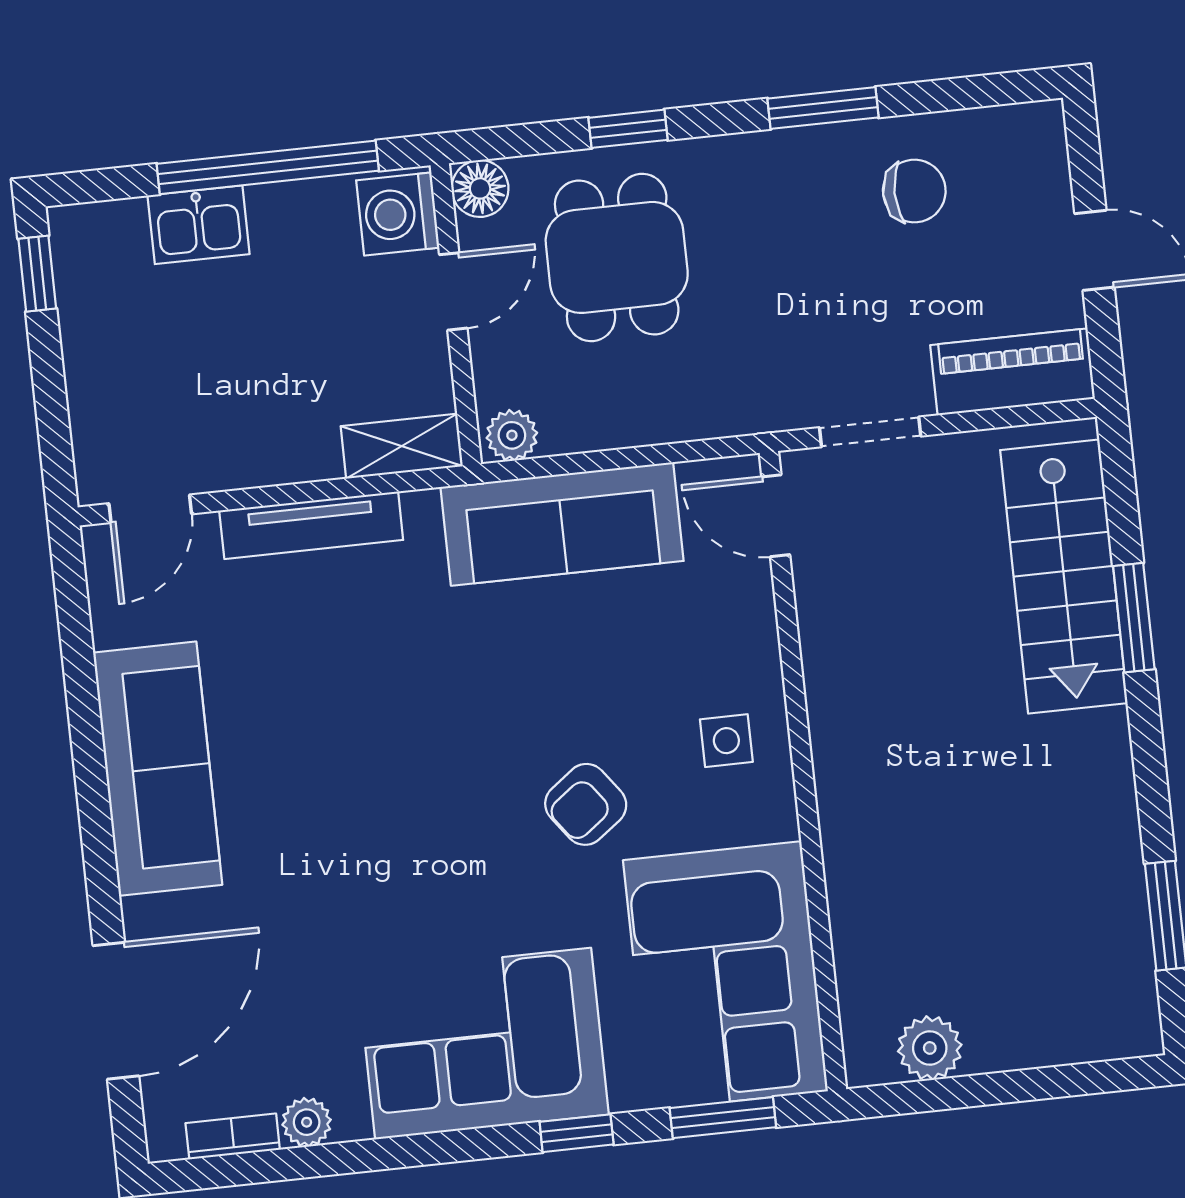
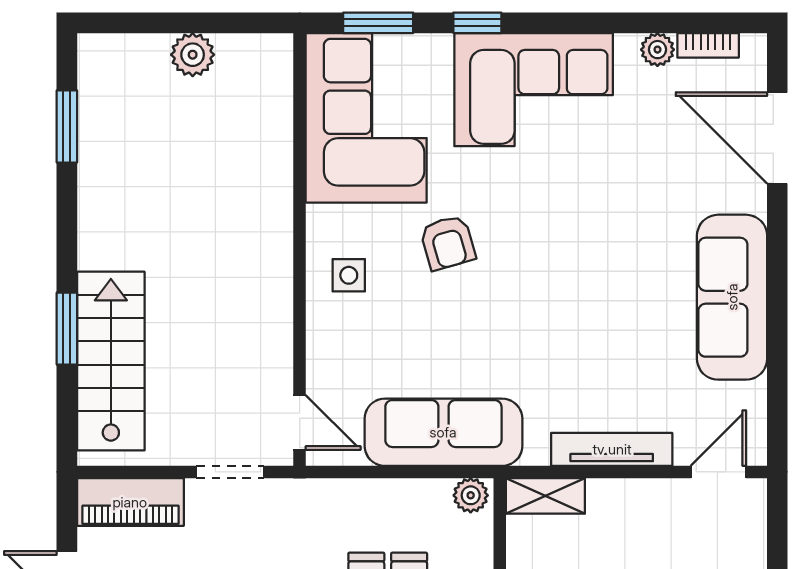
armchair: (586, 804) -> (448, 243), turned 111
door: (116, 1011) -> (777, 138), hinge flipped
plant: (930, 1048) -> (193, 55), moved

